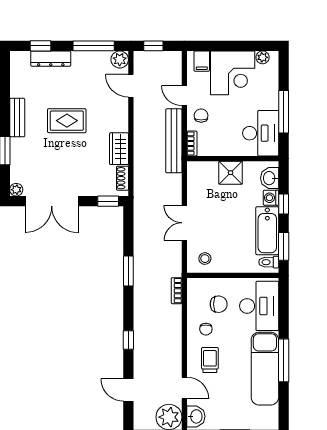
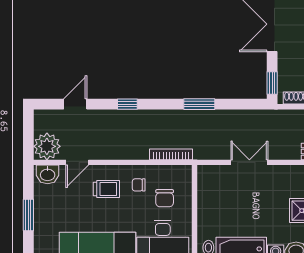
stool: (205, 259) -> (212, 184), removed
bookcase: (177, 291) -> (171, 154), width x1.56

